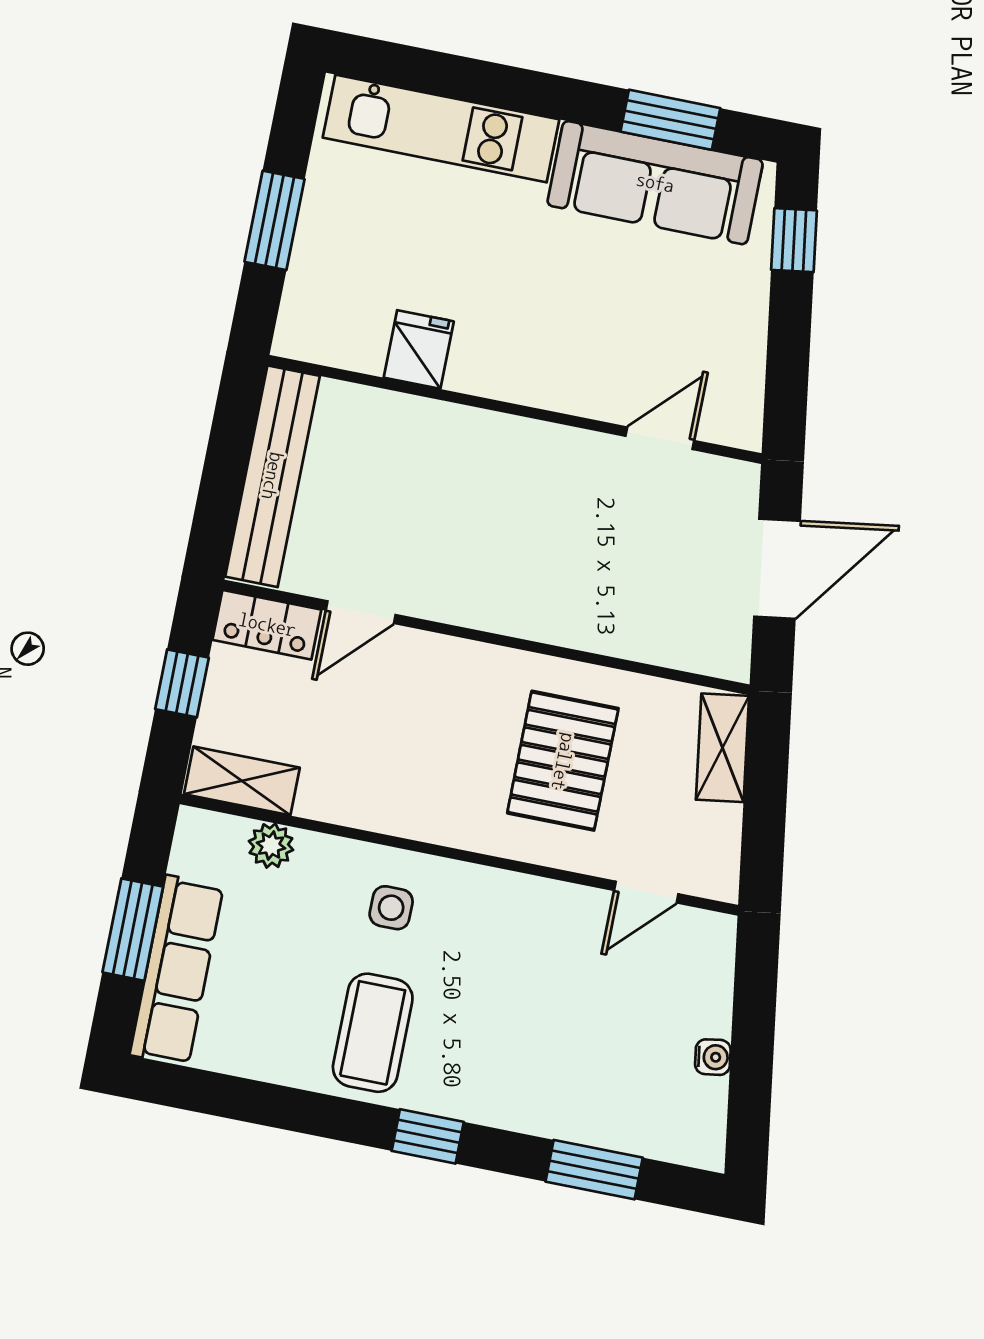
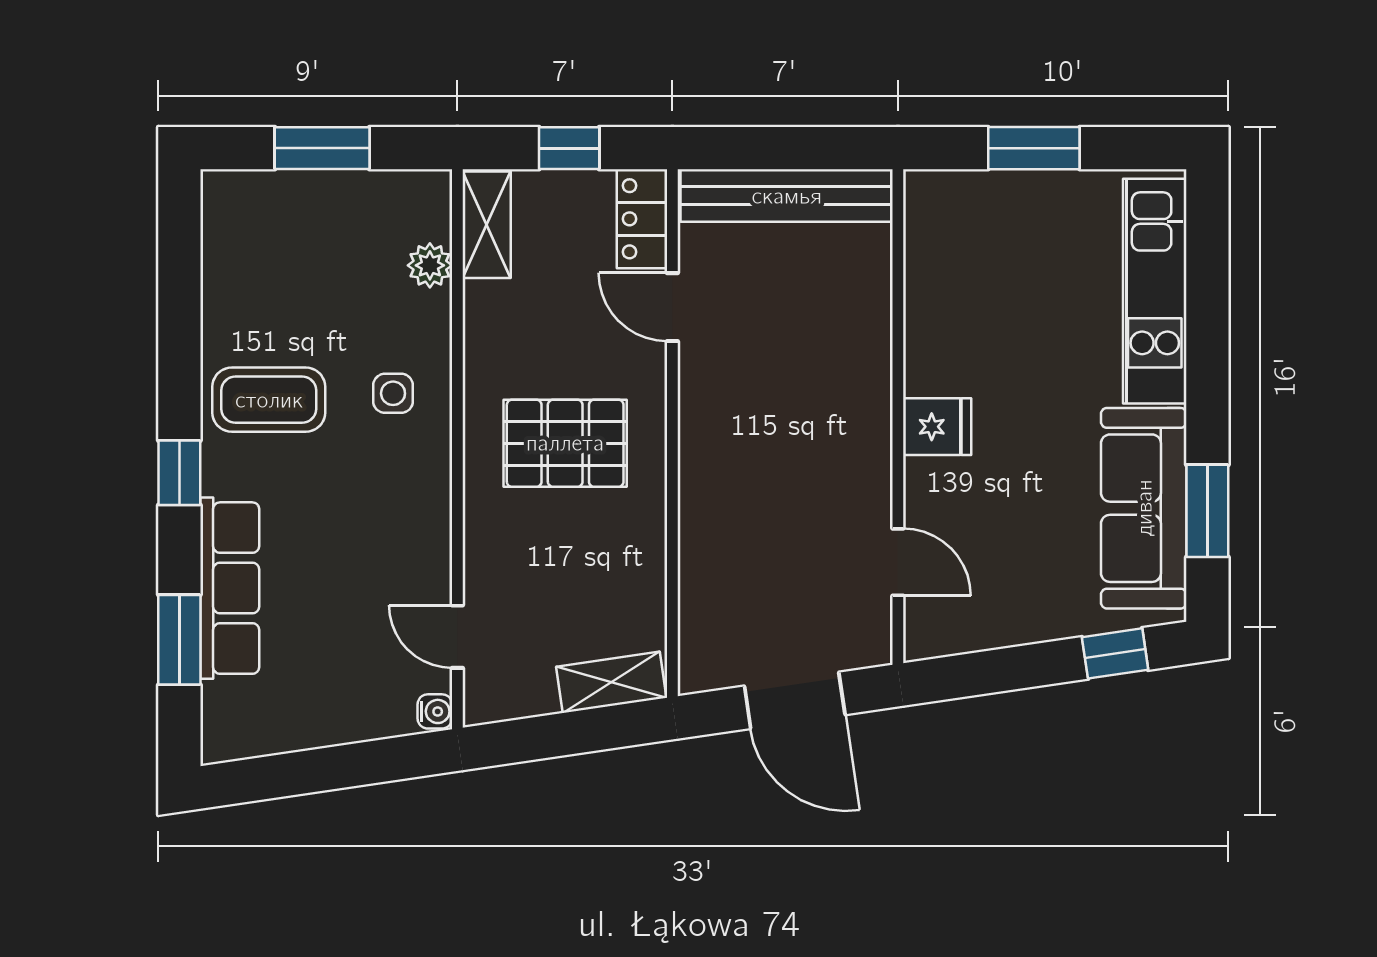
fridge: (419, 350) -> (937, 427), moved
pallet: (563, 761) -> (565, 443), moved
row of seats: (177, 971) -> (230, 588), moved, turned -90
water cooler: (713, 1057) -> (435, 711), moved, turned -82

